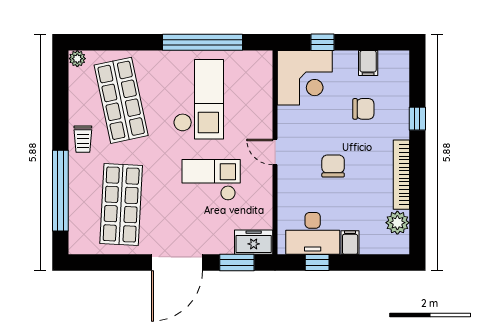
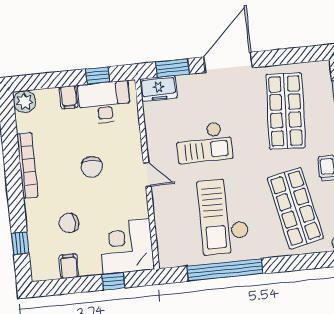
window: (417, 119) -> (20, 243), moved
plant: (397, 223) -> (25, 102), moved

